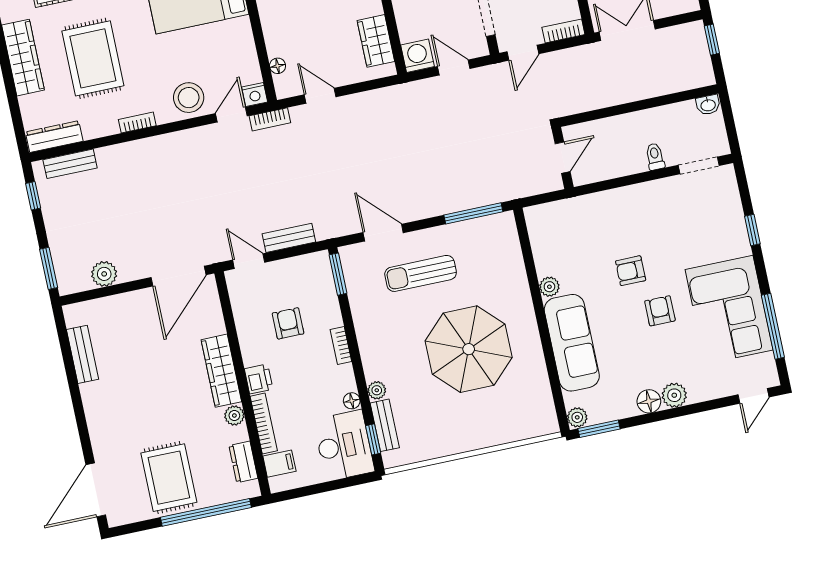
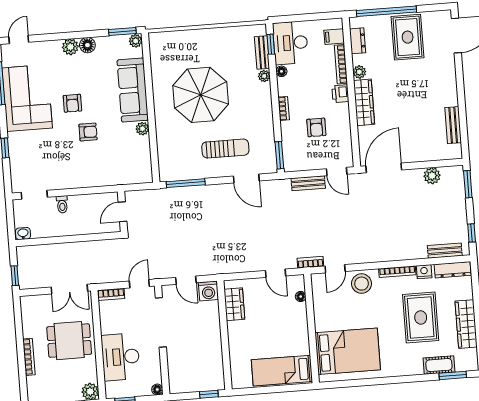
nightstand: (255, 95) -> (424, 272), moved
bookcase: (137, 123) -> (397, 272), width x1.56

